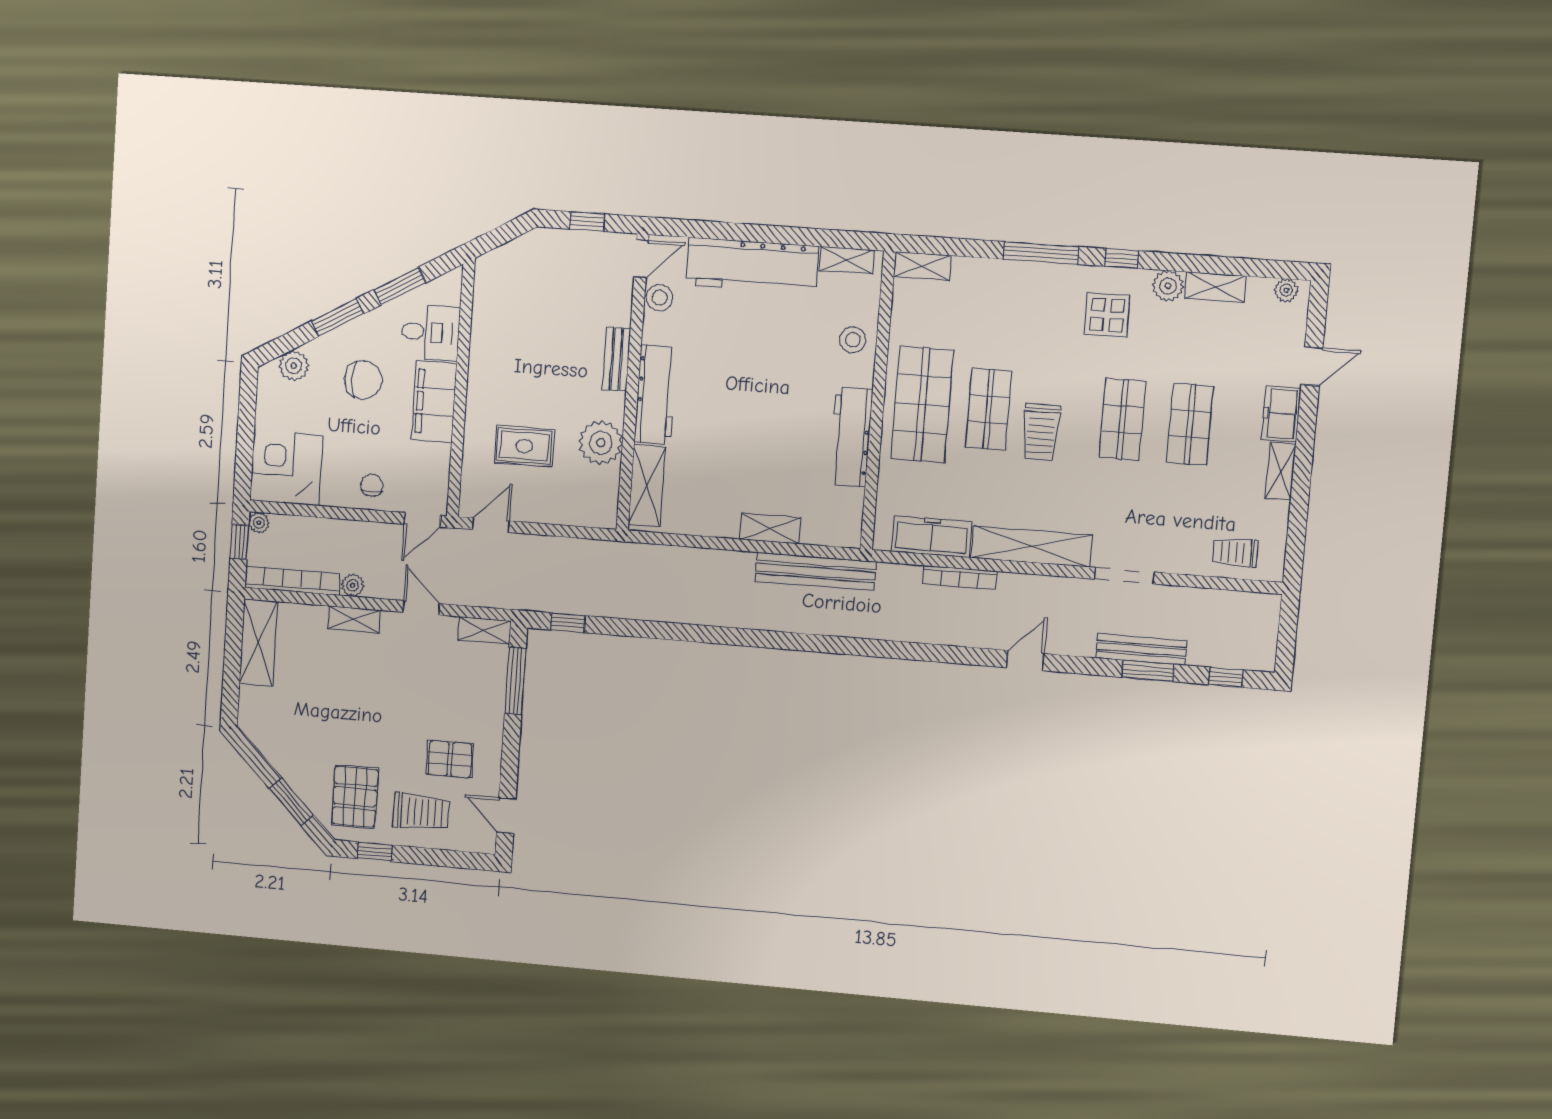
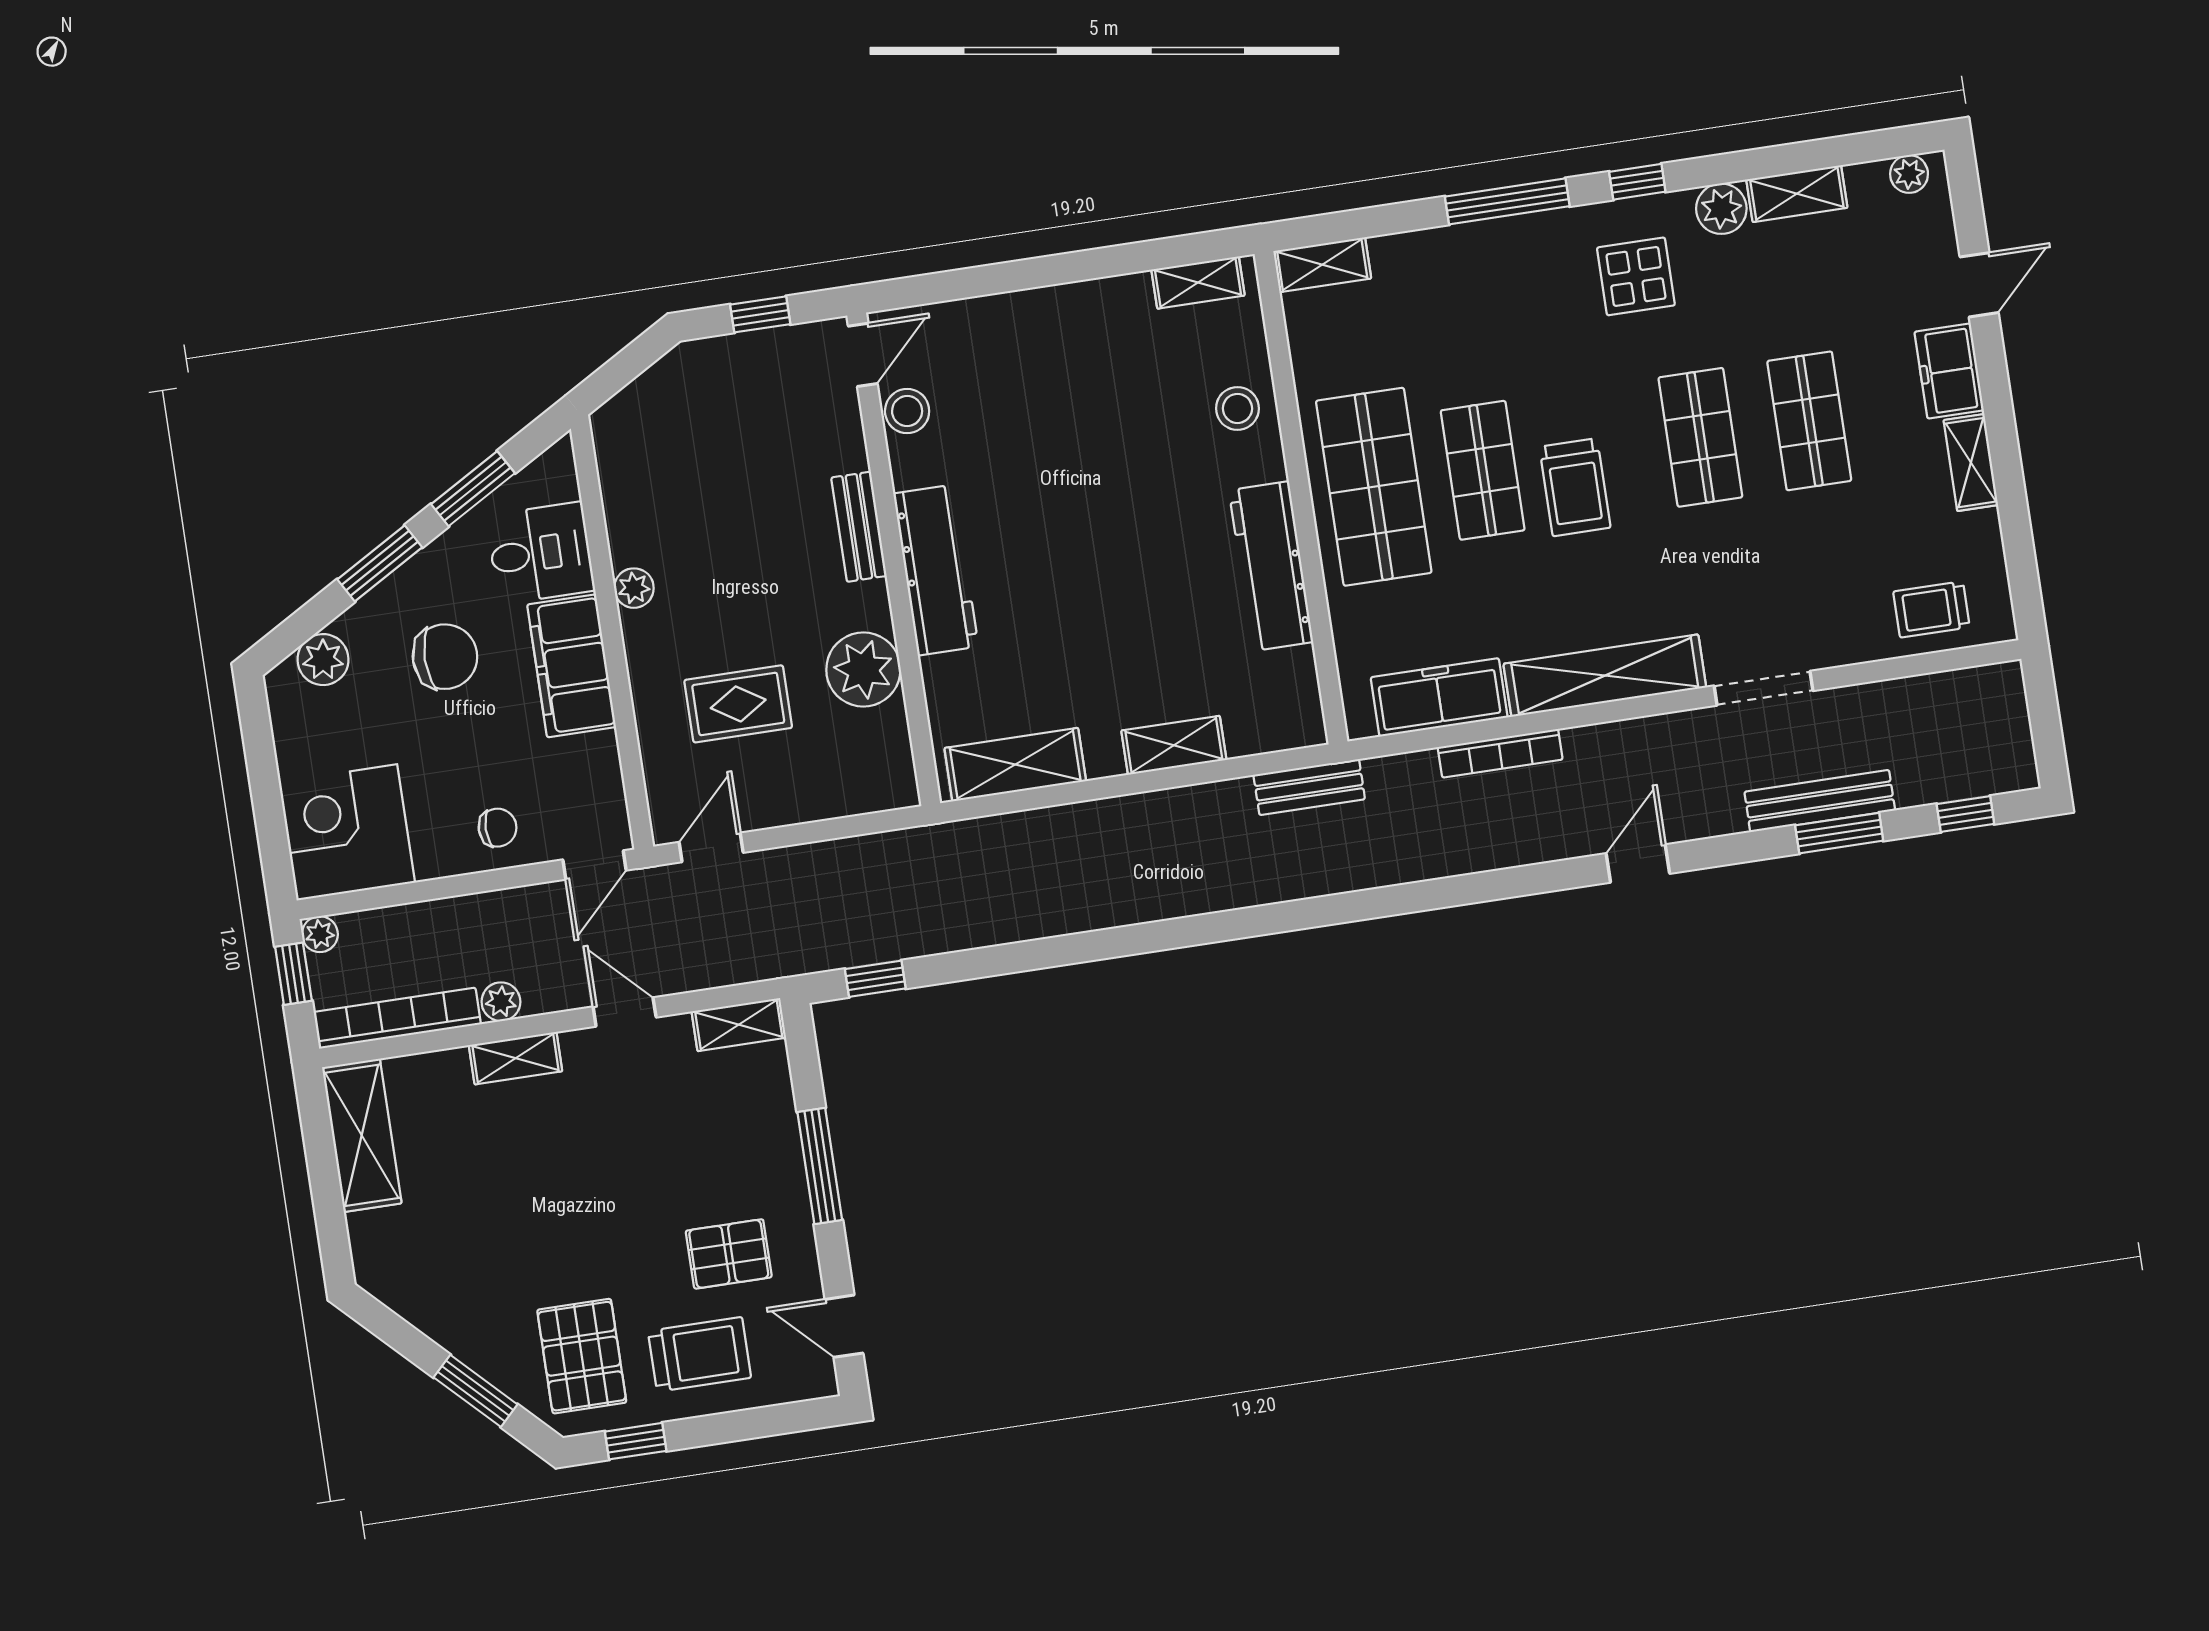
workbench: (752, 266) -> (1046, 325), removed
plant: (479, 365) -> (634, 588), added
chair: (372, 485) -> (498, 828), turned 90
shelving: (647, 486) -> (1015, 765), moved, turned 90
bench: (816, 572) -> (1309, 787), width x0.54, depth x0.82
window: (515, 681) -> (820, 1166), moved

